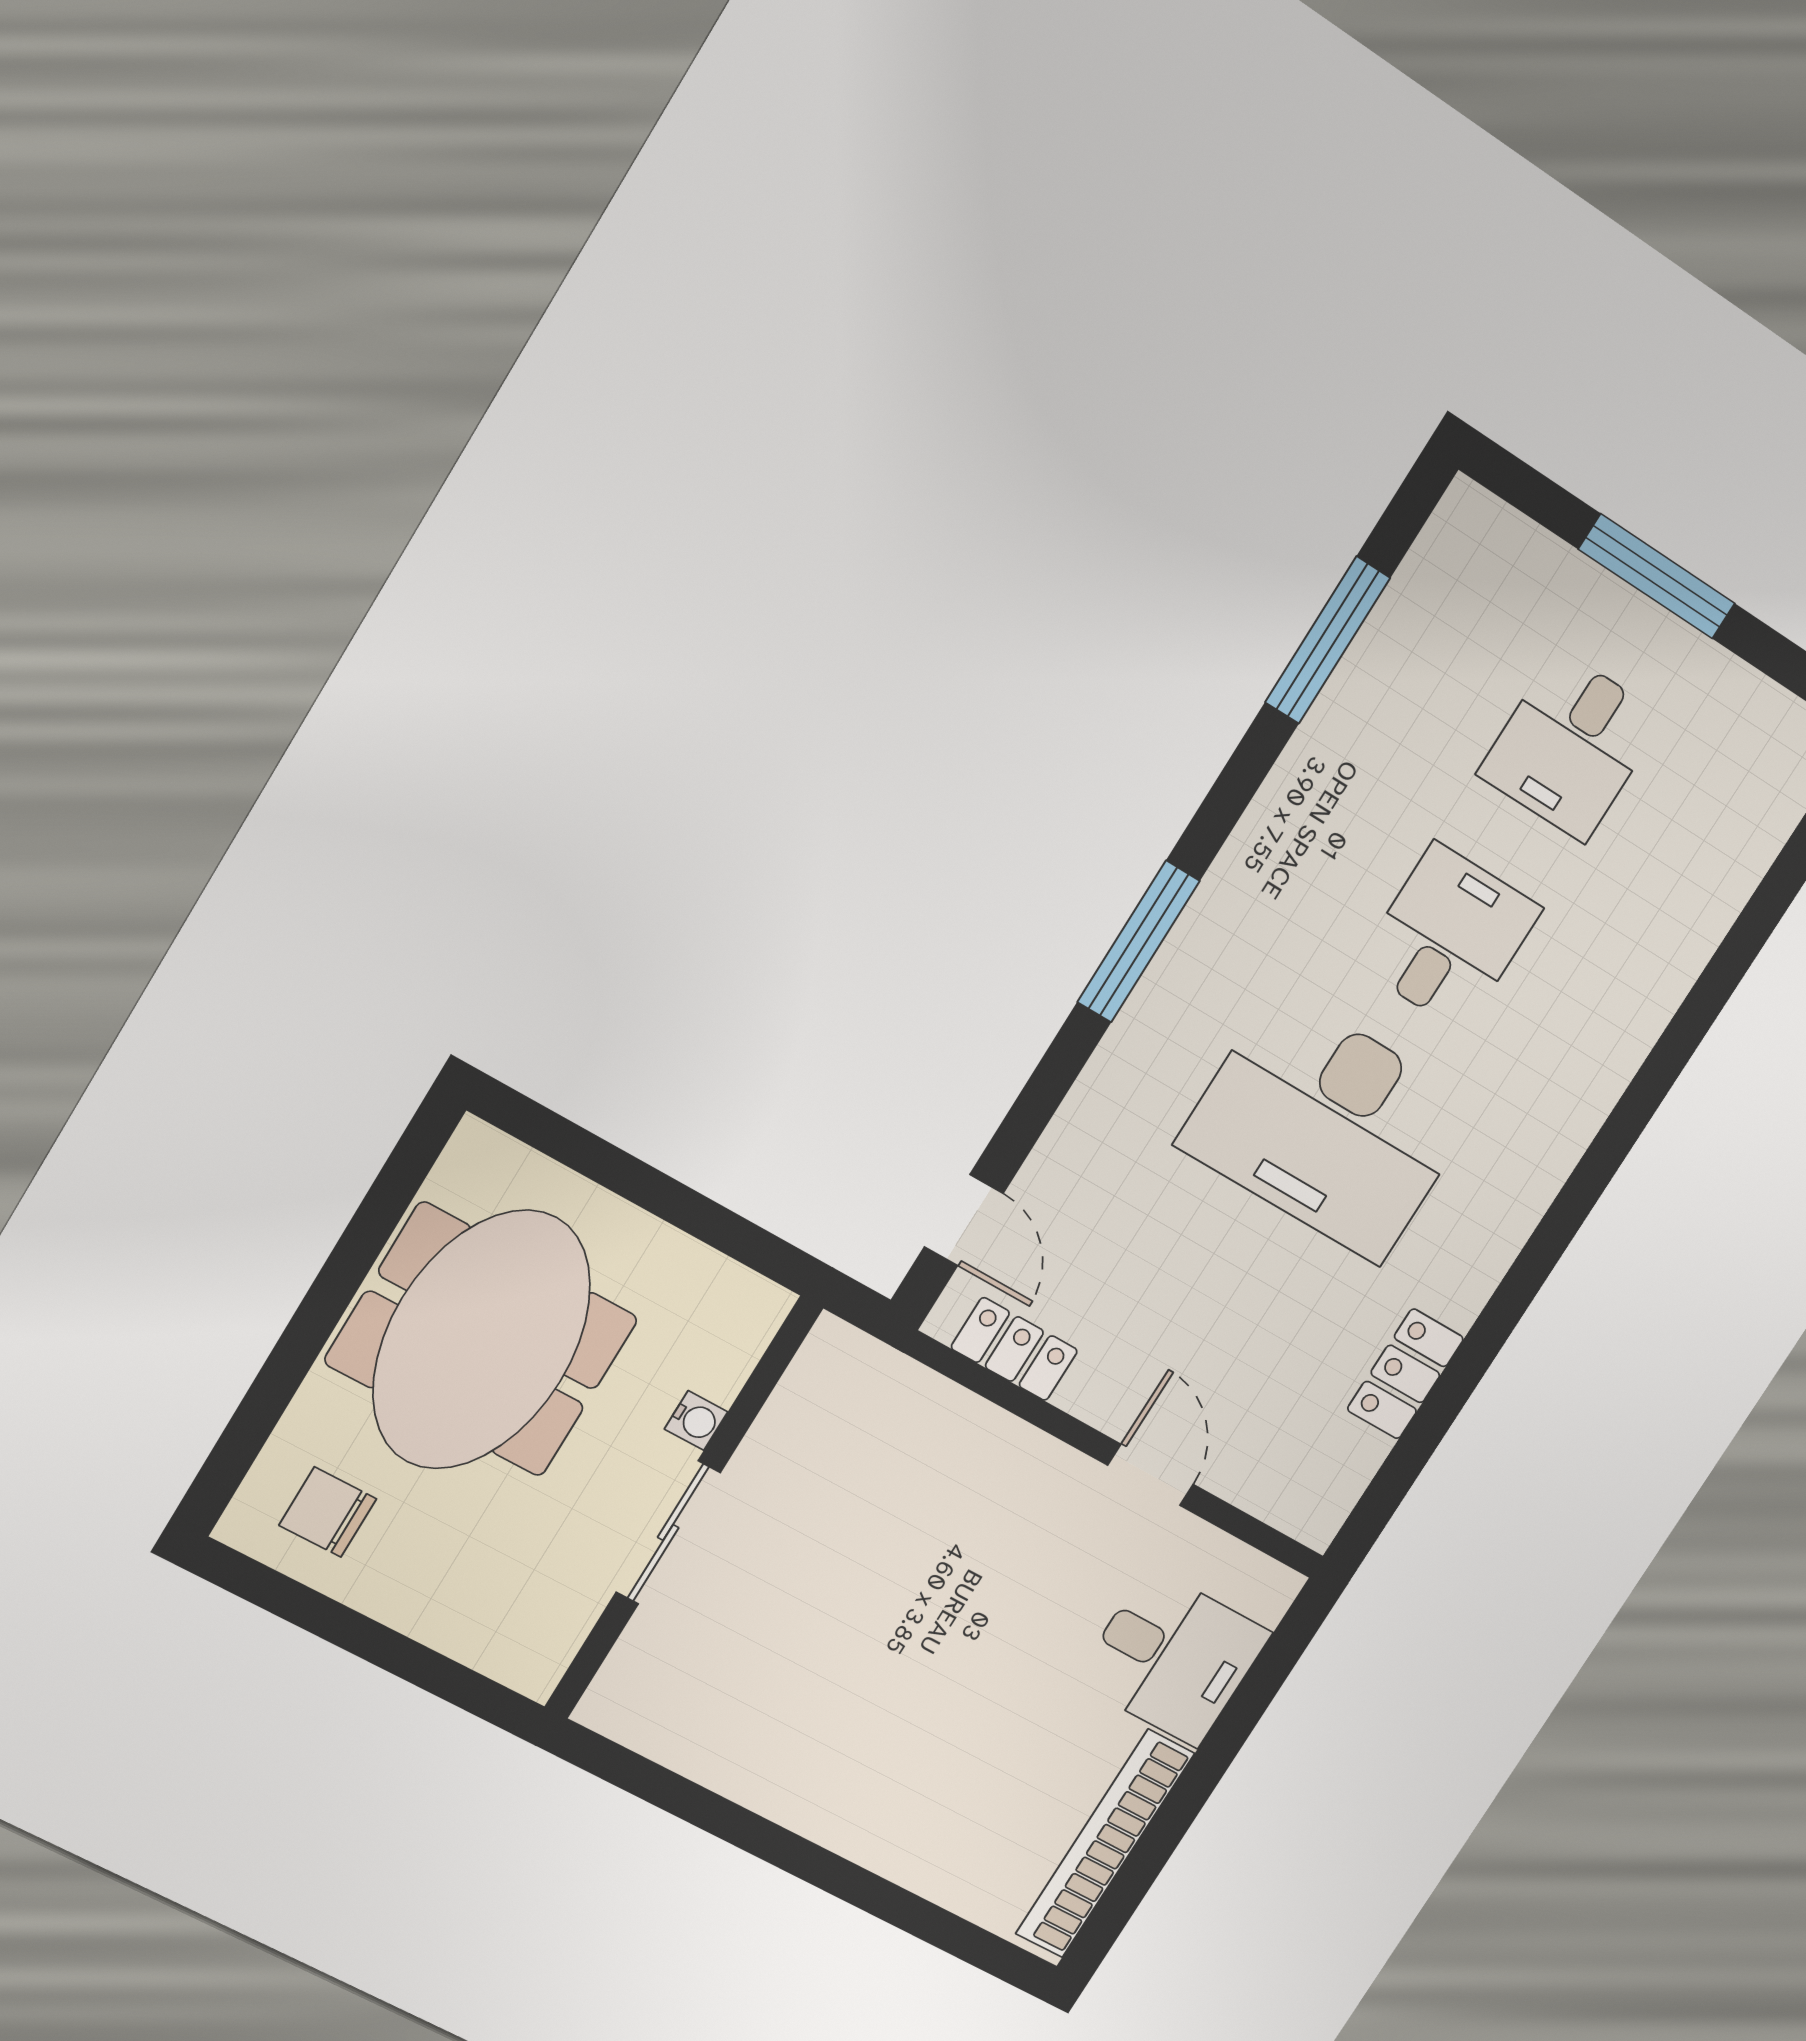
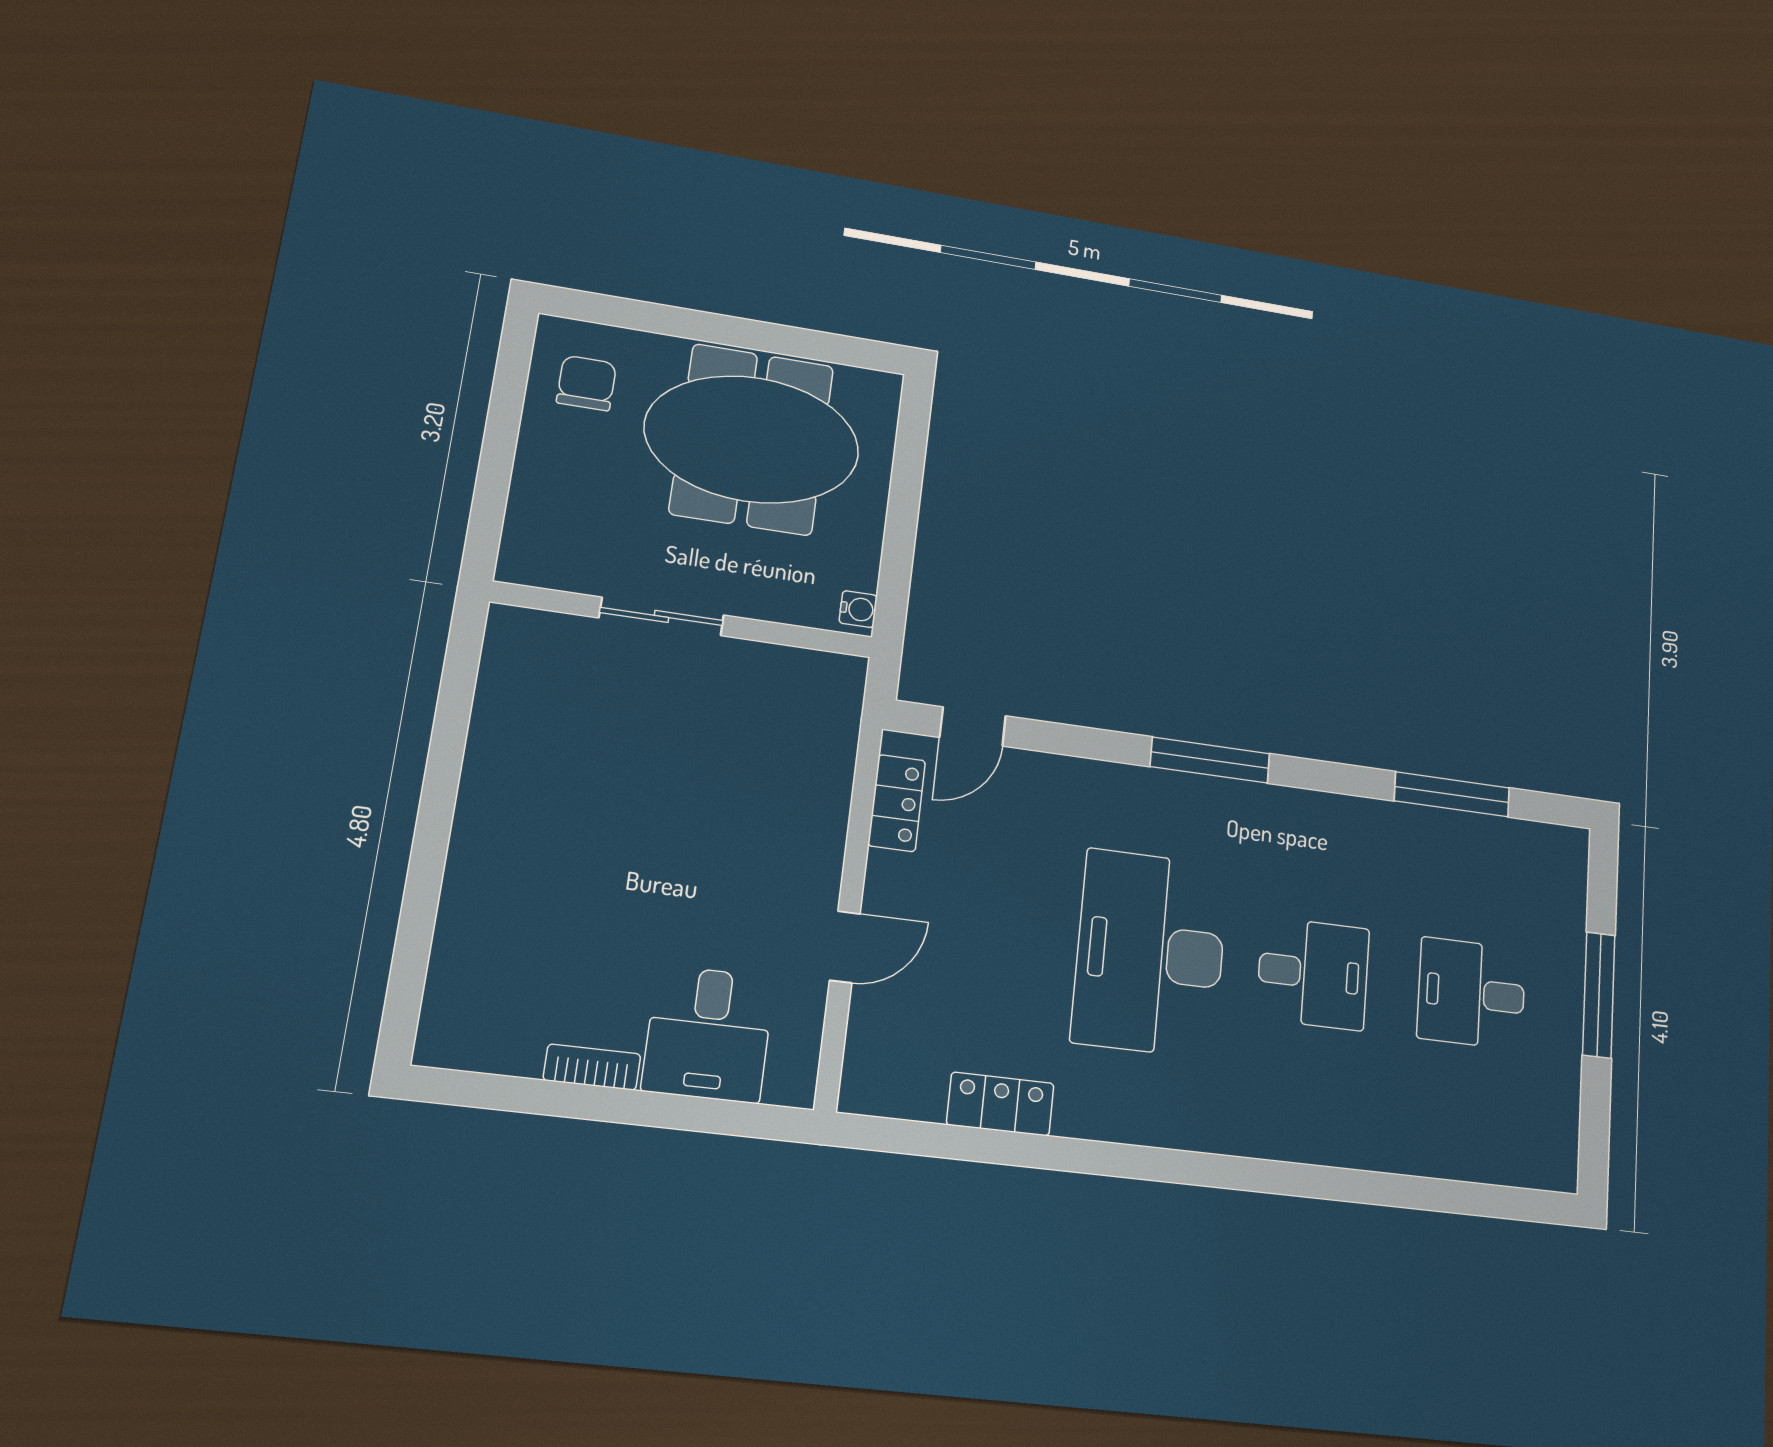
water cooler: (696, 1420) -> (858, 609), moved, turned -90
bookcase: (1105, 1844) -> (592, 1067), width x0.43, depth x0.76

